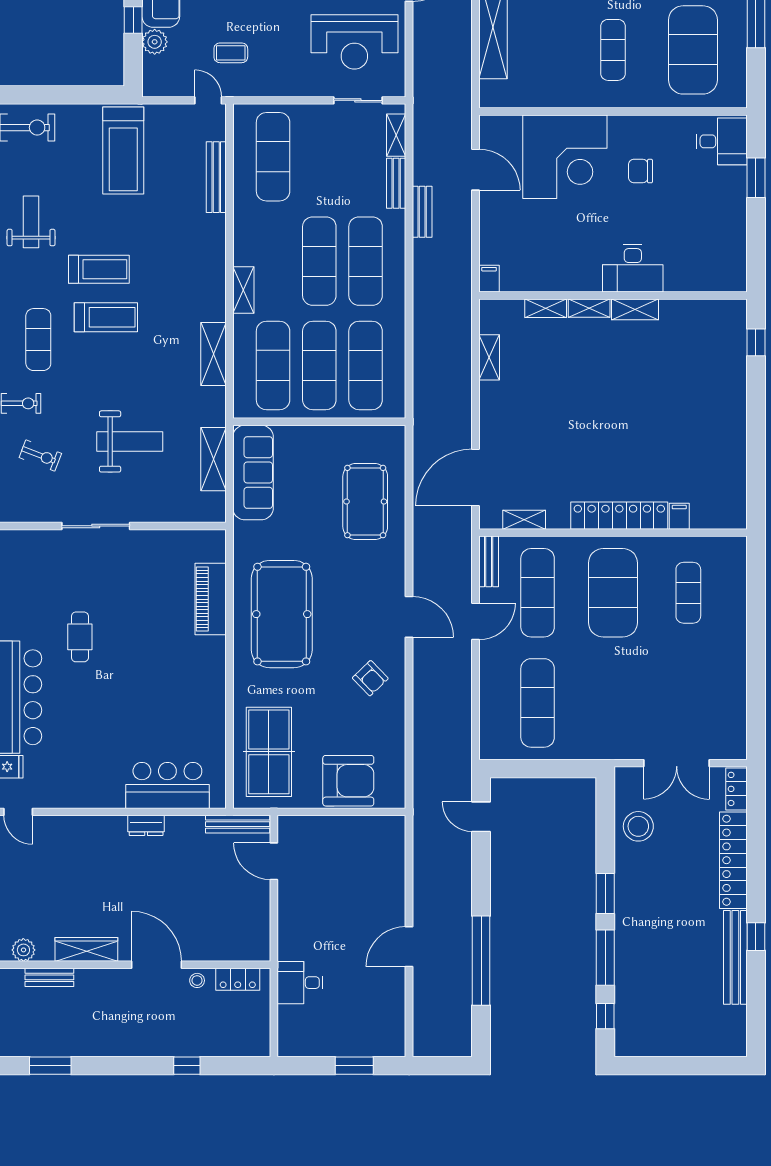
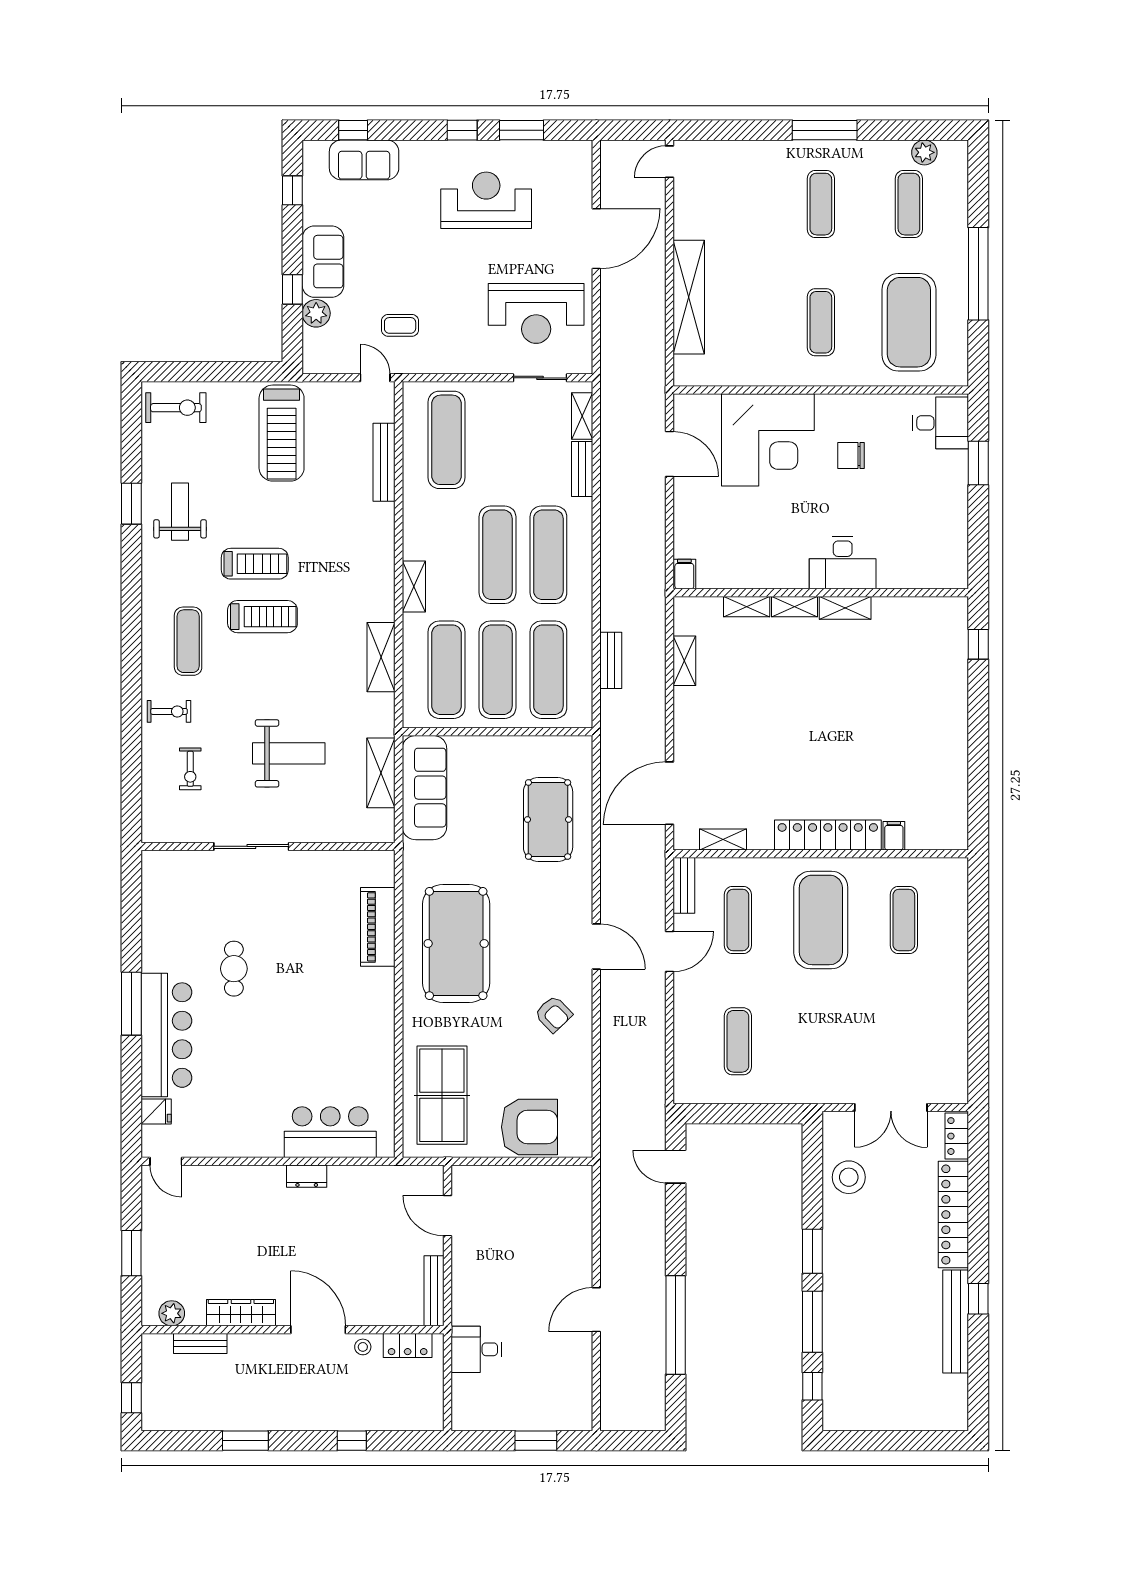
bench: (422, 212) -> (611, 660), moved
exercise bike: (40, 455) -> (190, 769), turned 69
exercise mat: (538, 593) -> (738, 920), width x0.73, depth x0.69
exercise mat: (538, 703) -> (738, 1041), width x0.73, depth x0.69
bench: (238, 824) -> (434, 1291), moved, turned 90
window: (50, 1066) -> (245, 1441), moved

